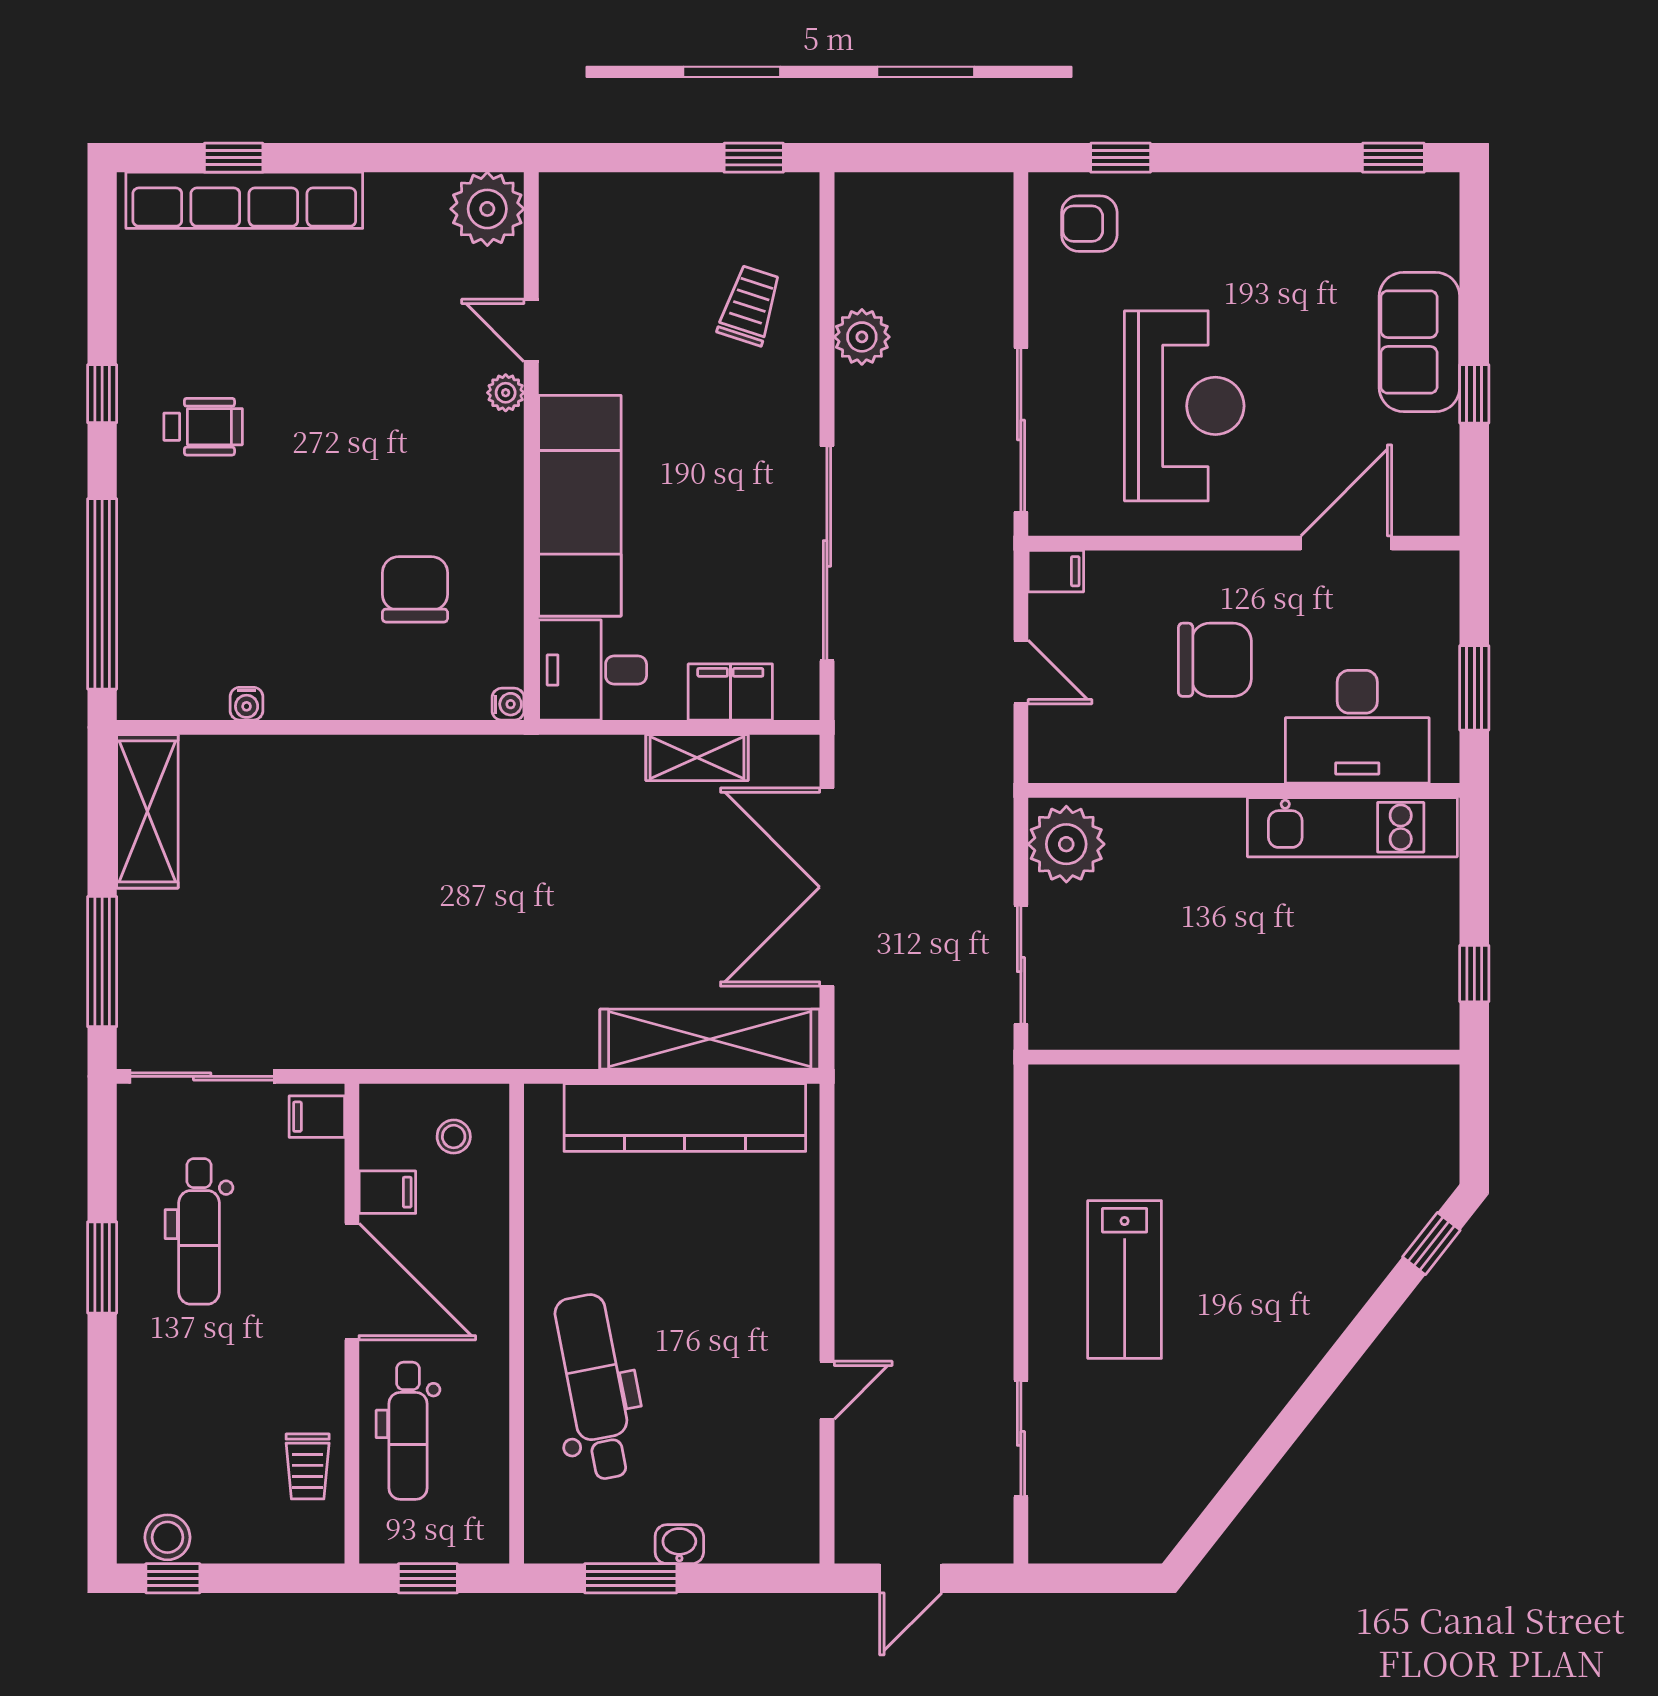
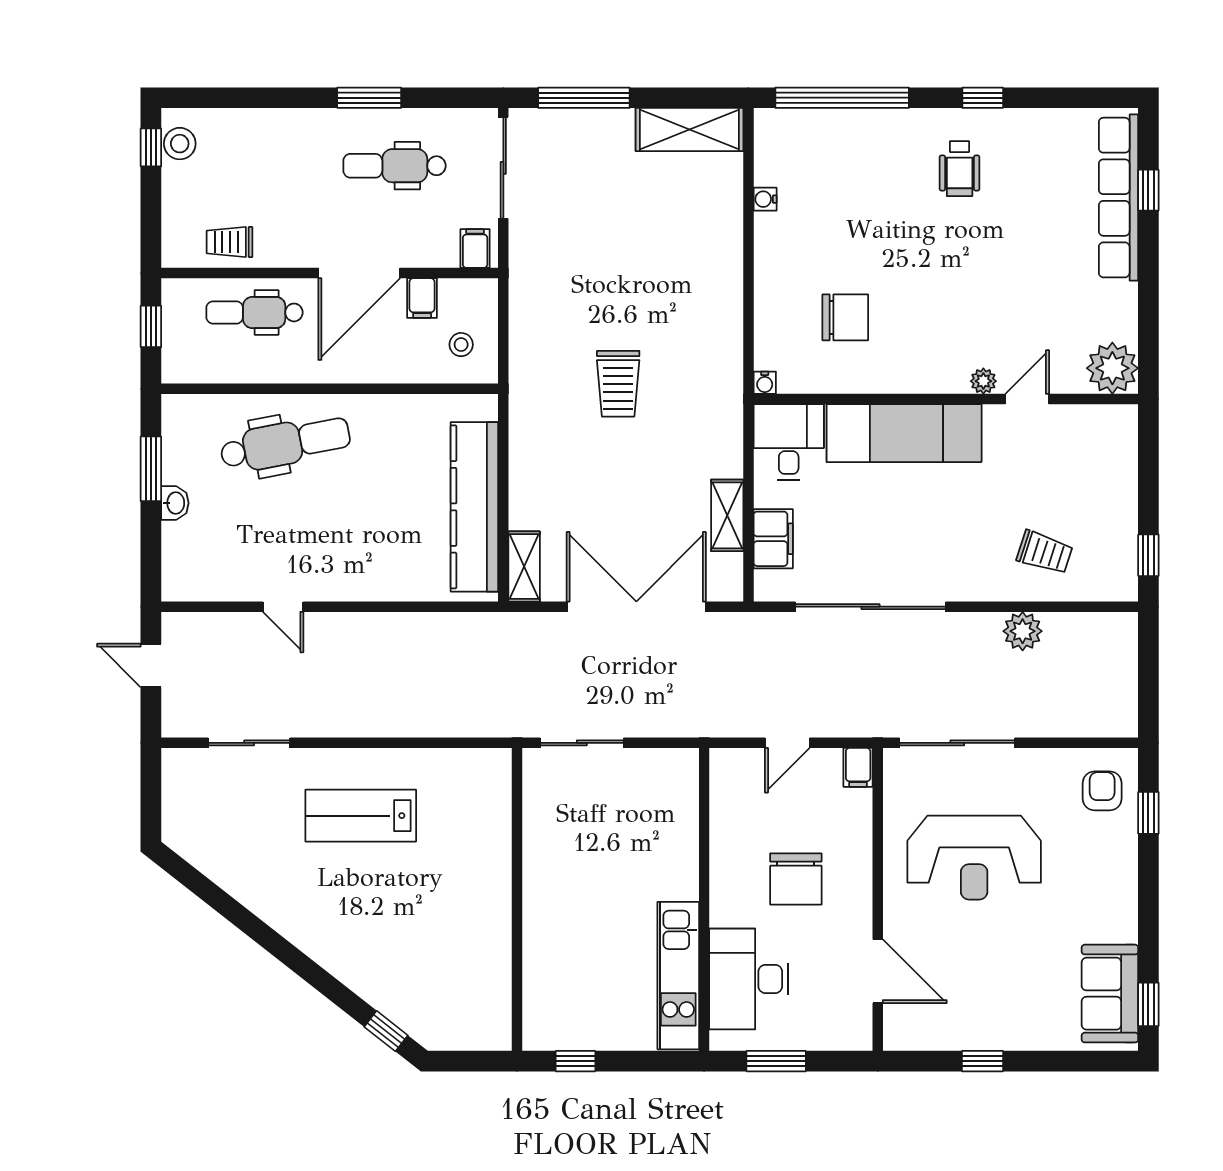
sofa: (1419, 342) -> (1110, 994), moved, turned -90
plant: (1066, 844) -> (666, 775), removed
trolley: (510, 913) -> (618, 384), added
shelving: (710, 1039) -> (524, 566), width x0.45, depth x0.75

